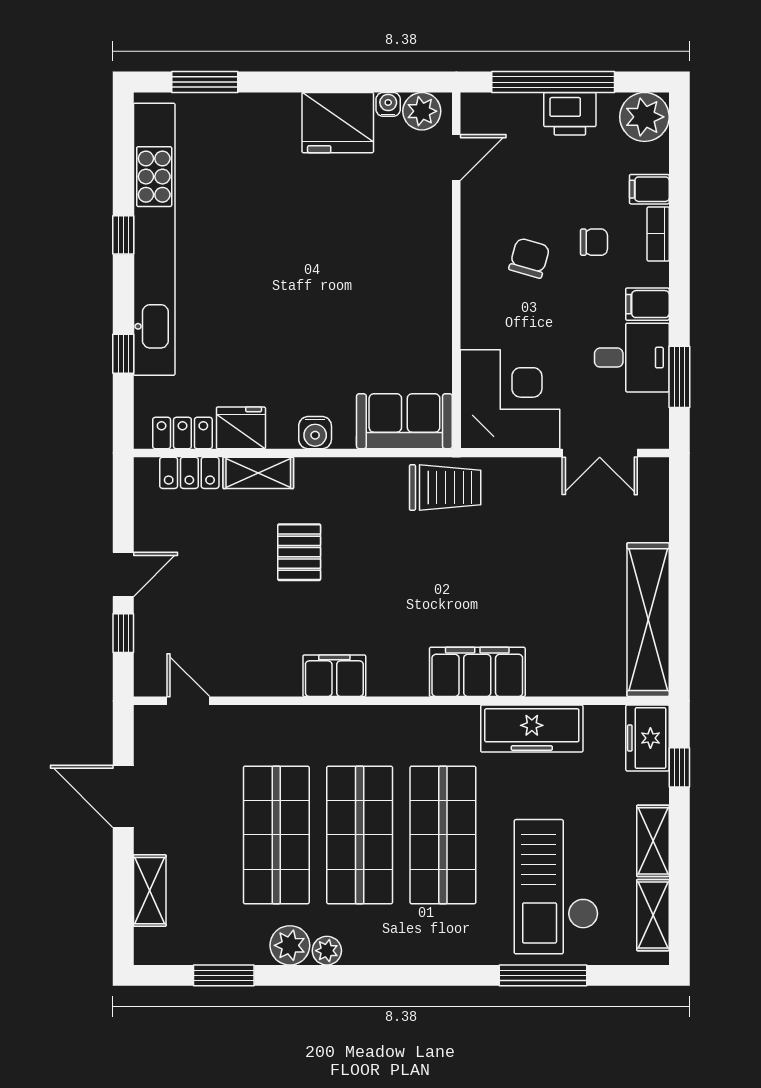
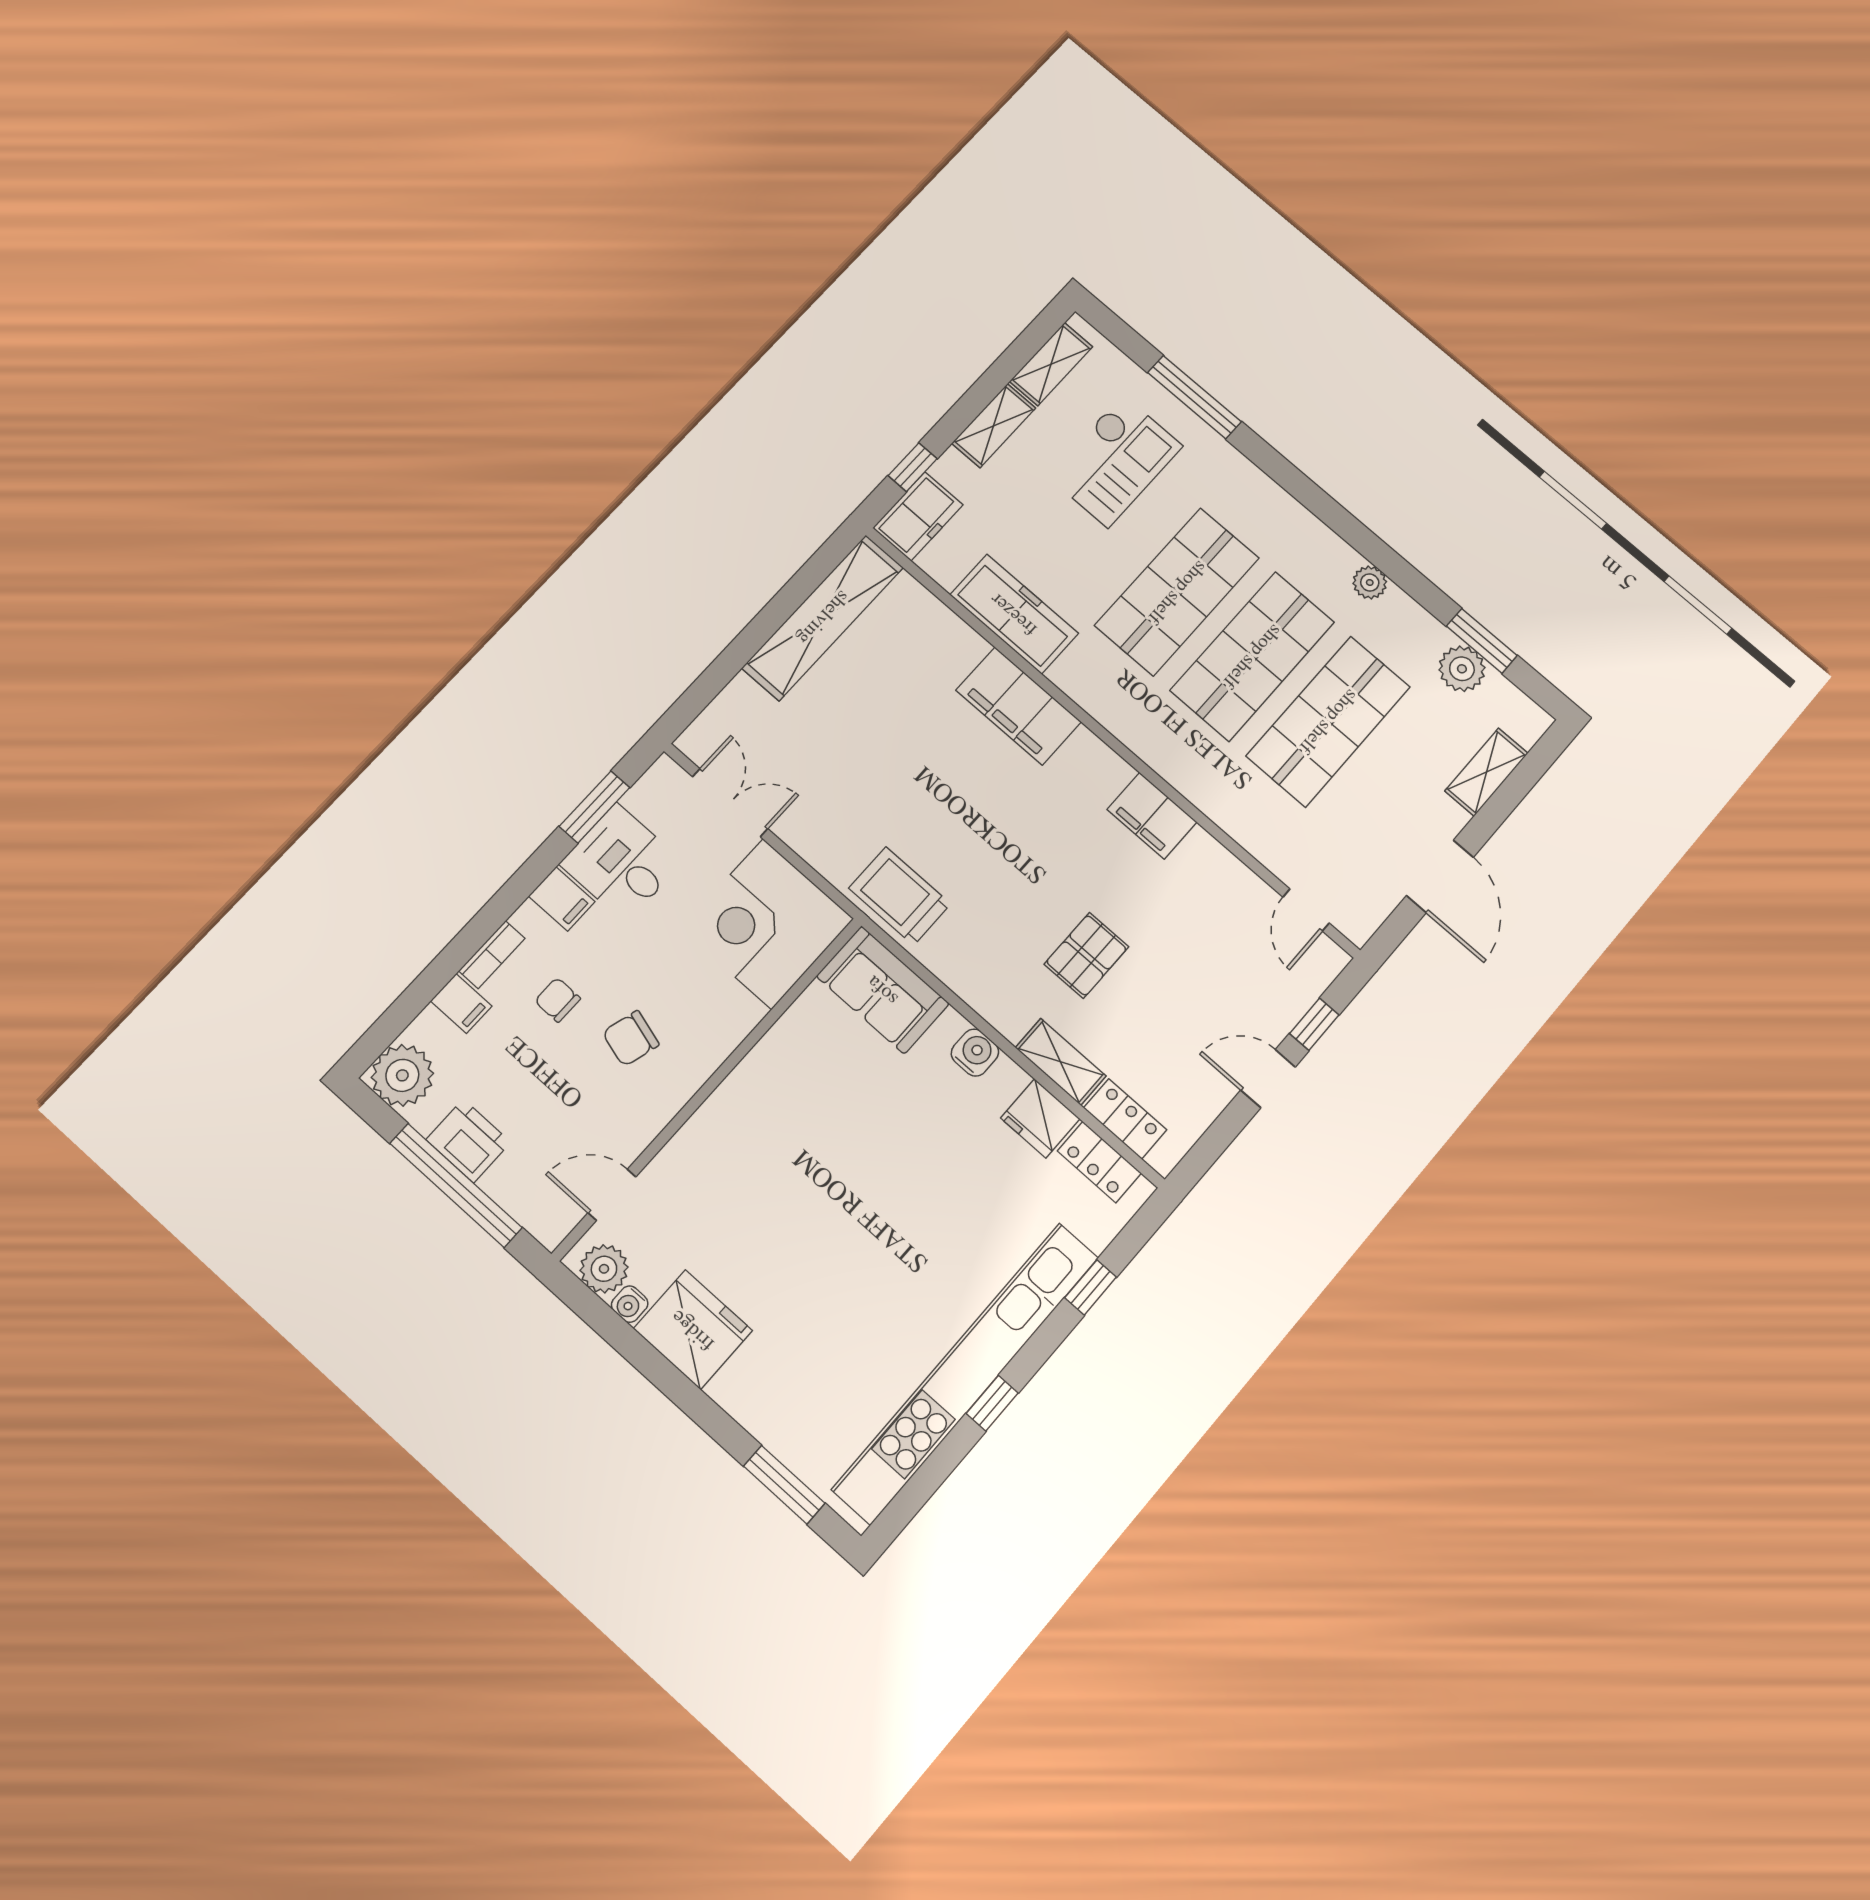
checkout: (556, 887) -> (1115, 461), width x0.73, depth x0.83
plant: (290, 945) -> (1462, 669), moved

